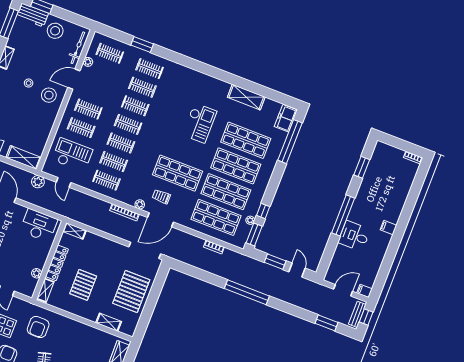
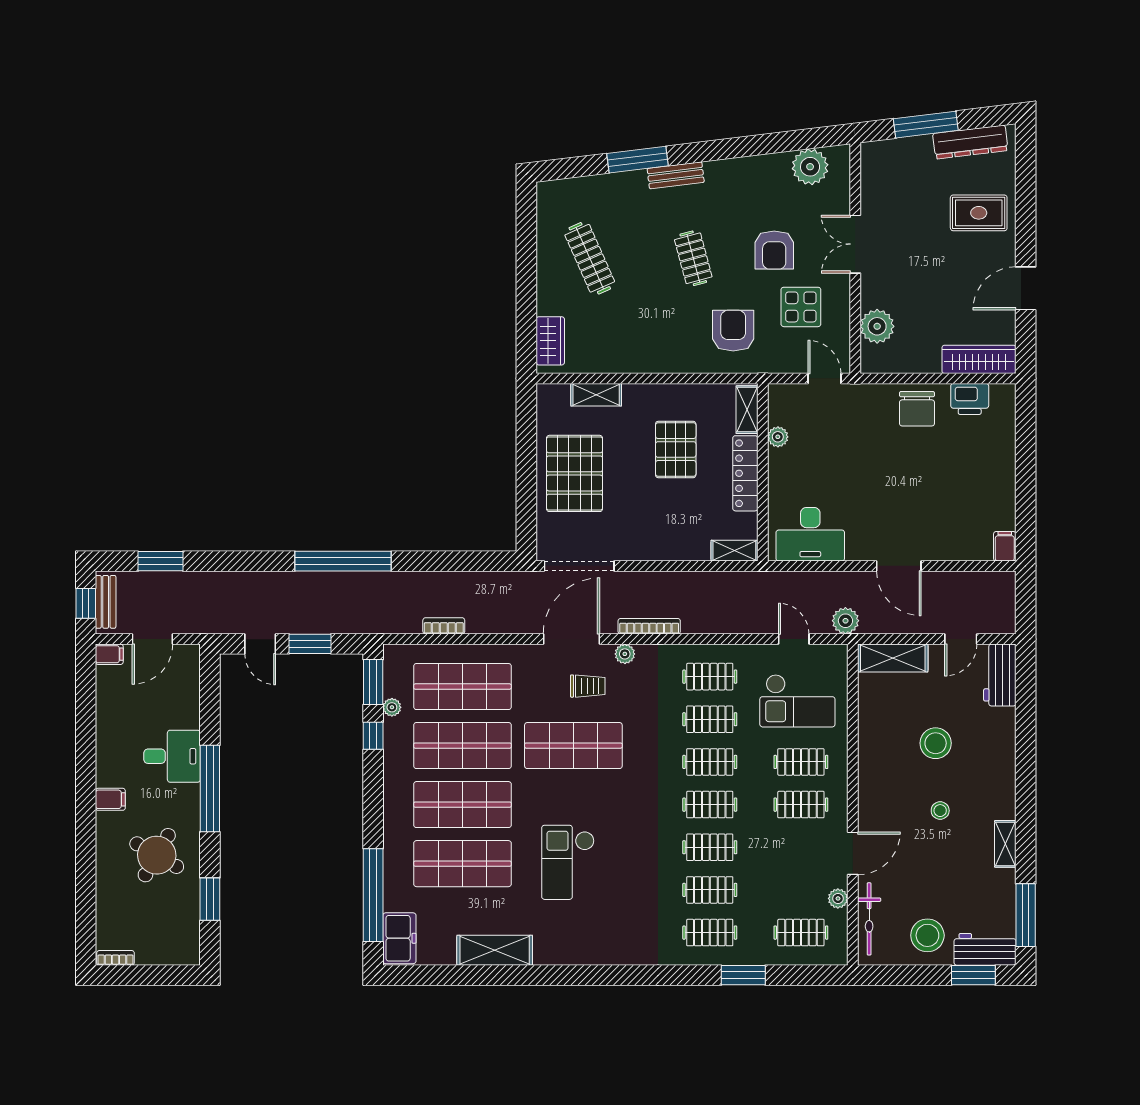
stool: (49, 95) -> (936, 743), moved
round table: (378, 195) -> (157, 855), added

